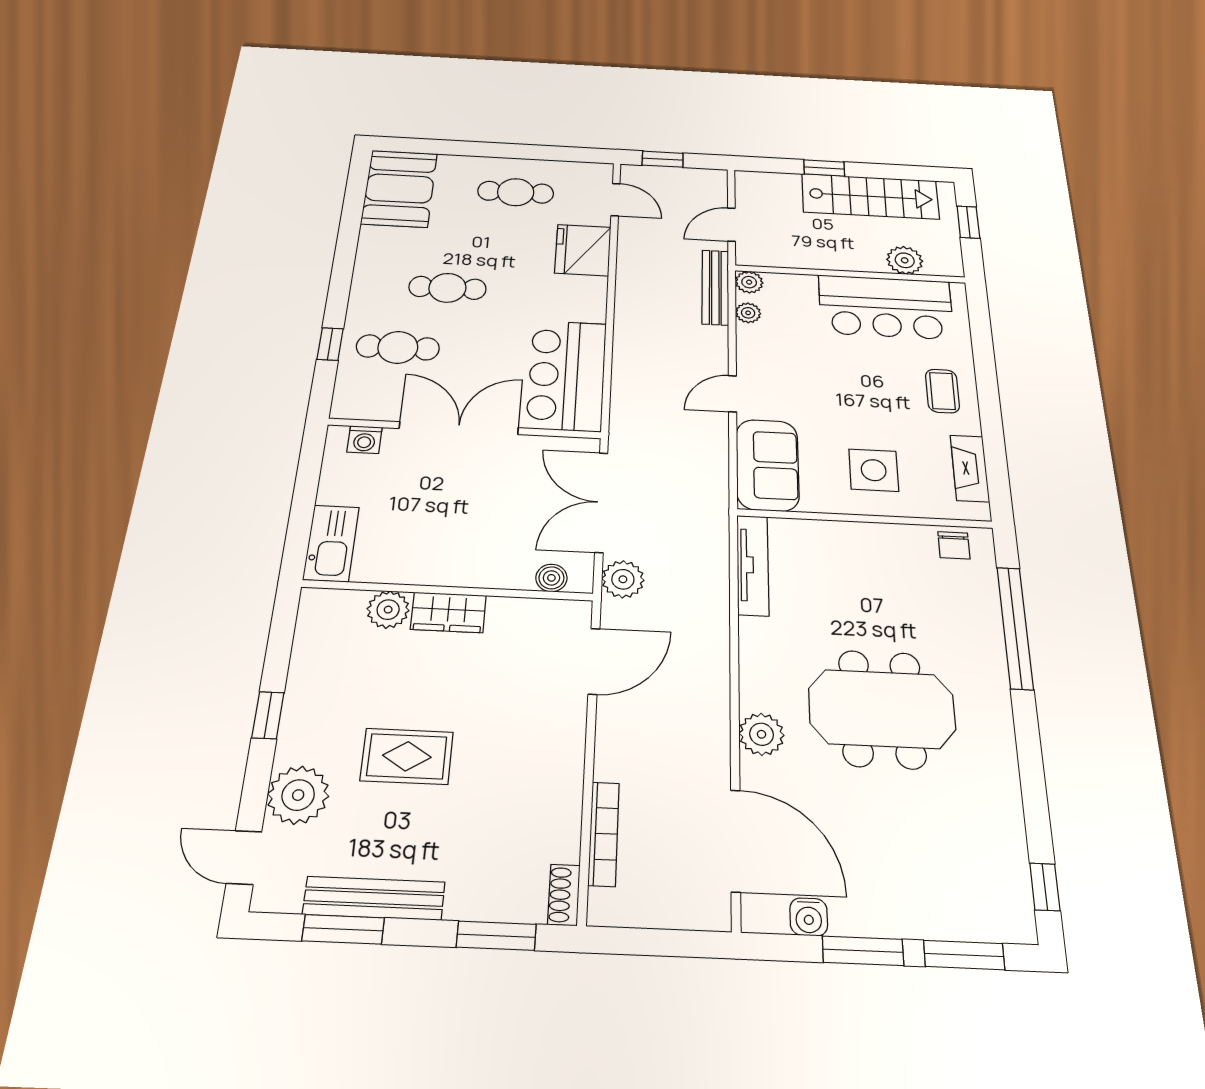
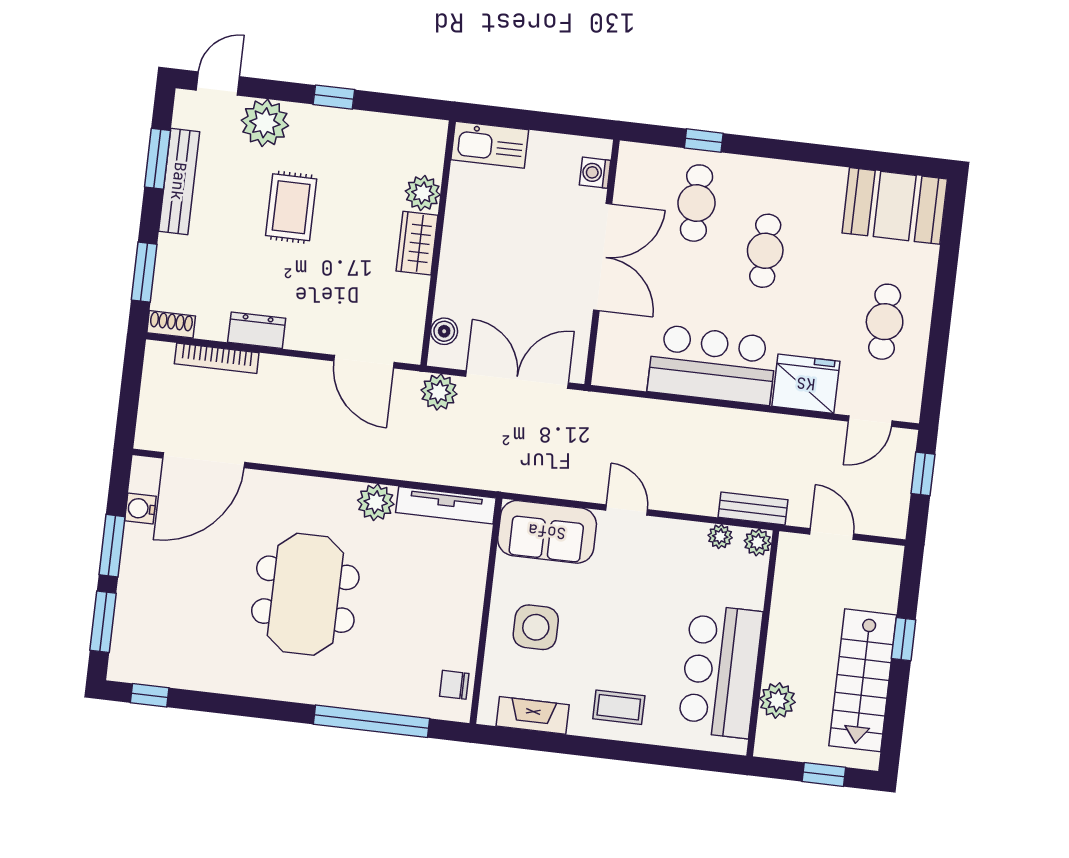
bench: (715, 287) -> (753, 509), width x0.73
bar counter: (567, 375) -> (712, 365), moved
plant: (762, 734) -> (376, 502), moved
dresser: (564, 787) -> (257, 330), added

